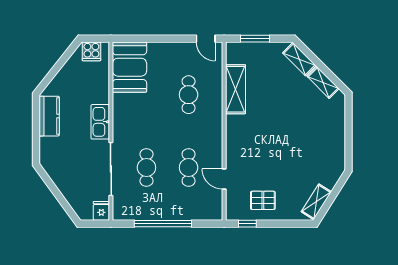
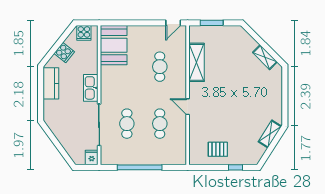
door: (206, 39) -> (173, 23), hinge flipped
shelving: (299, 59) -> (246, 39), removed
cooker: (66, 77) -> (64, 53), added
door: (224, 179) -> (188, 107), moved
shelving: (316, 202) -> (270, 134), moved
window: (247, 224) -> (236, 167), moved

